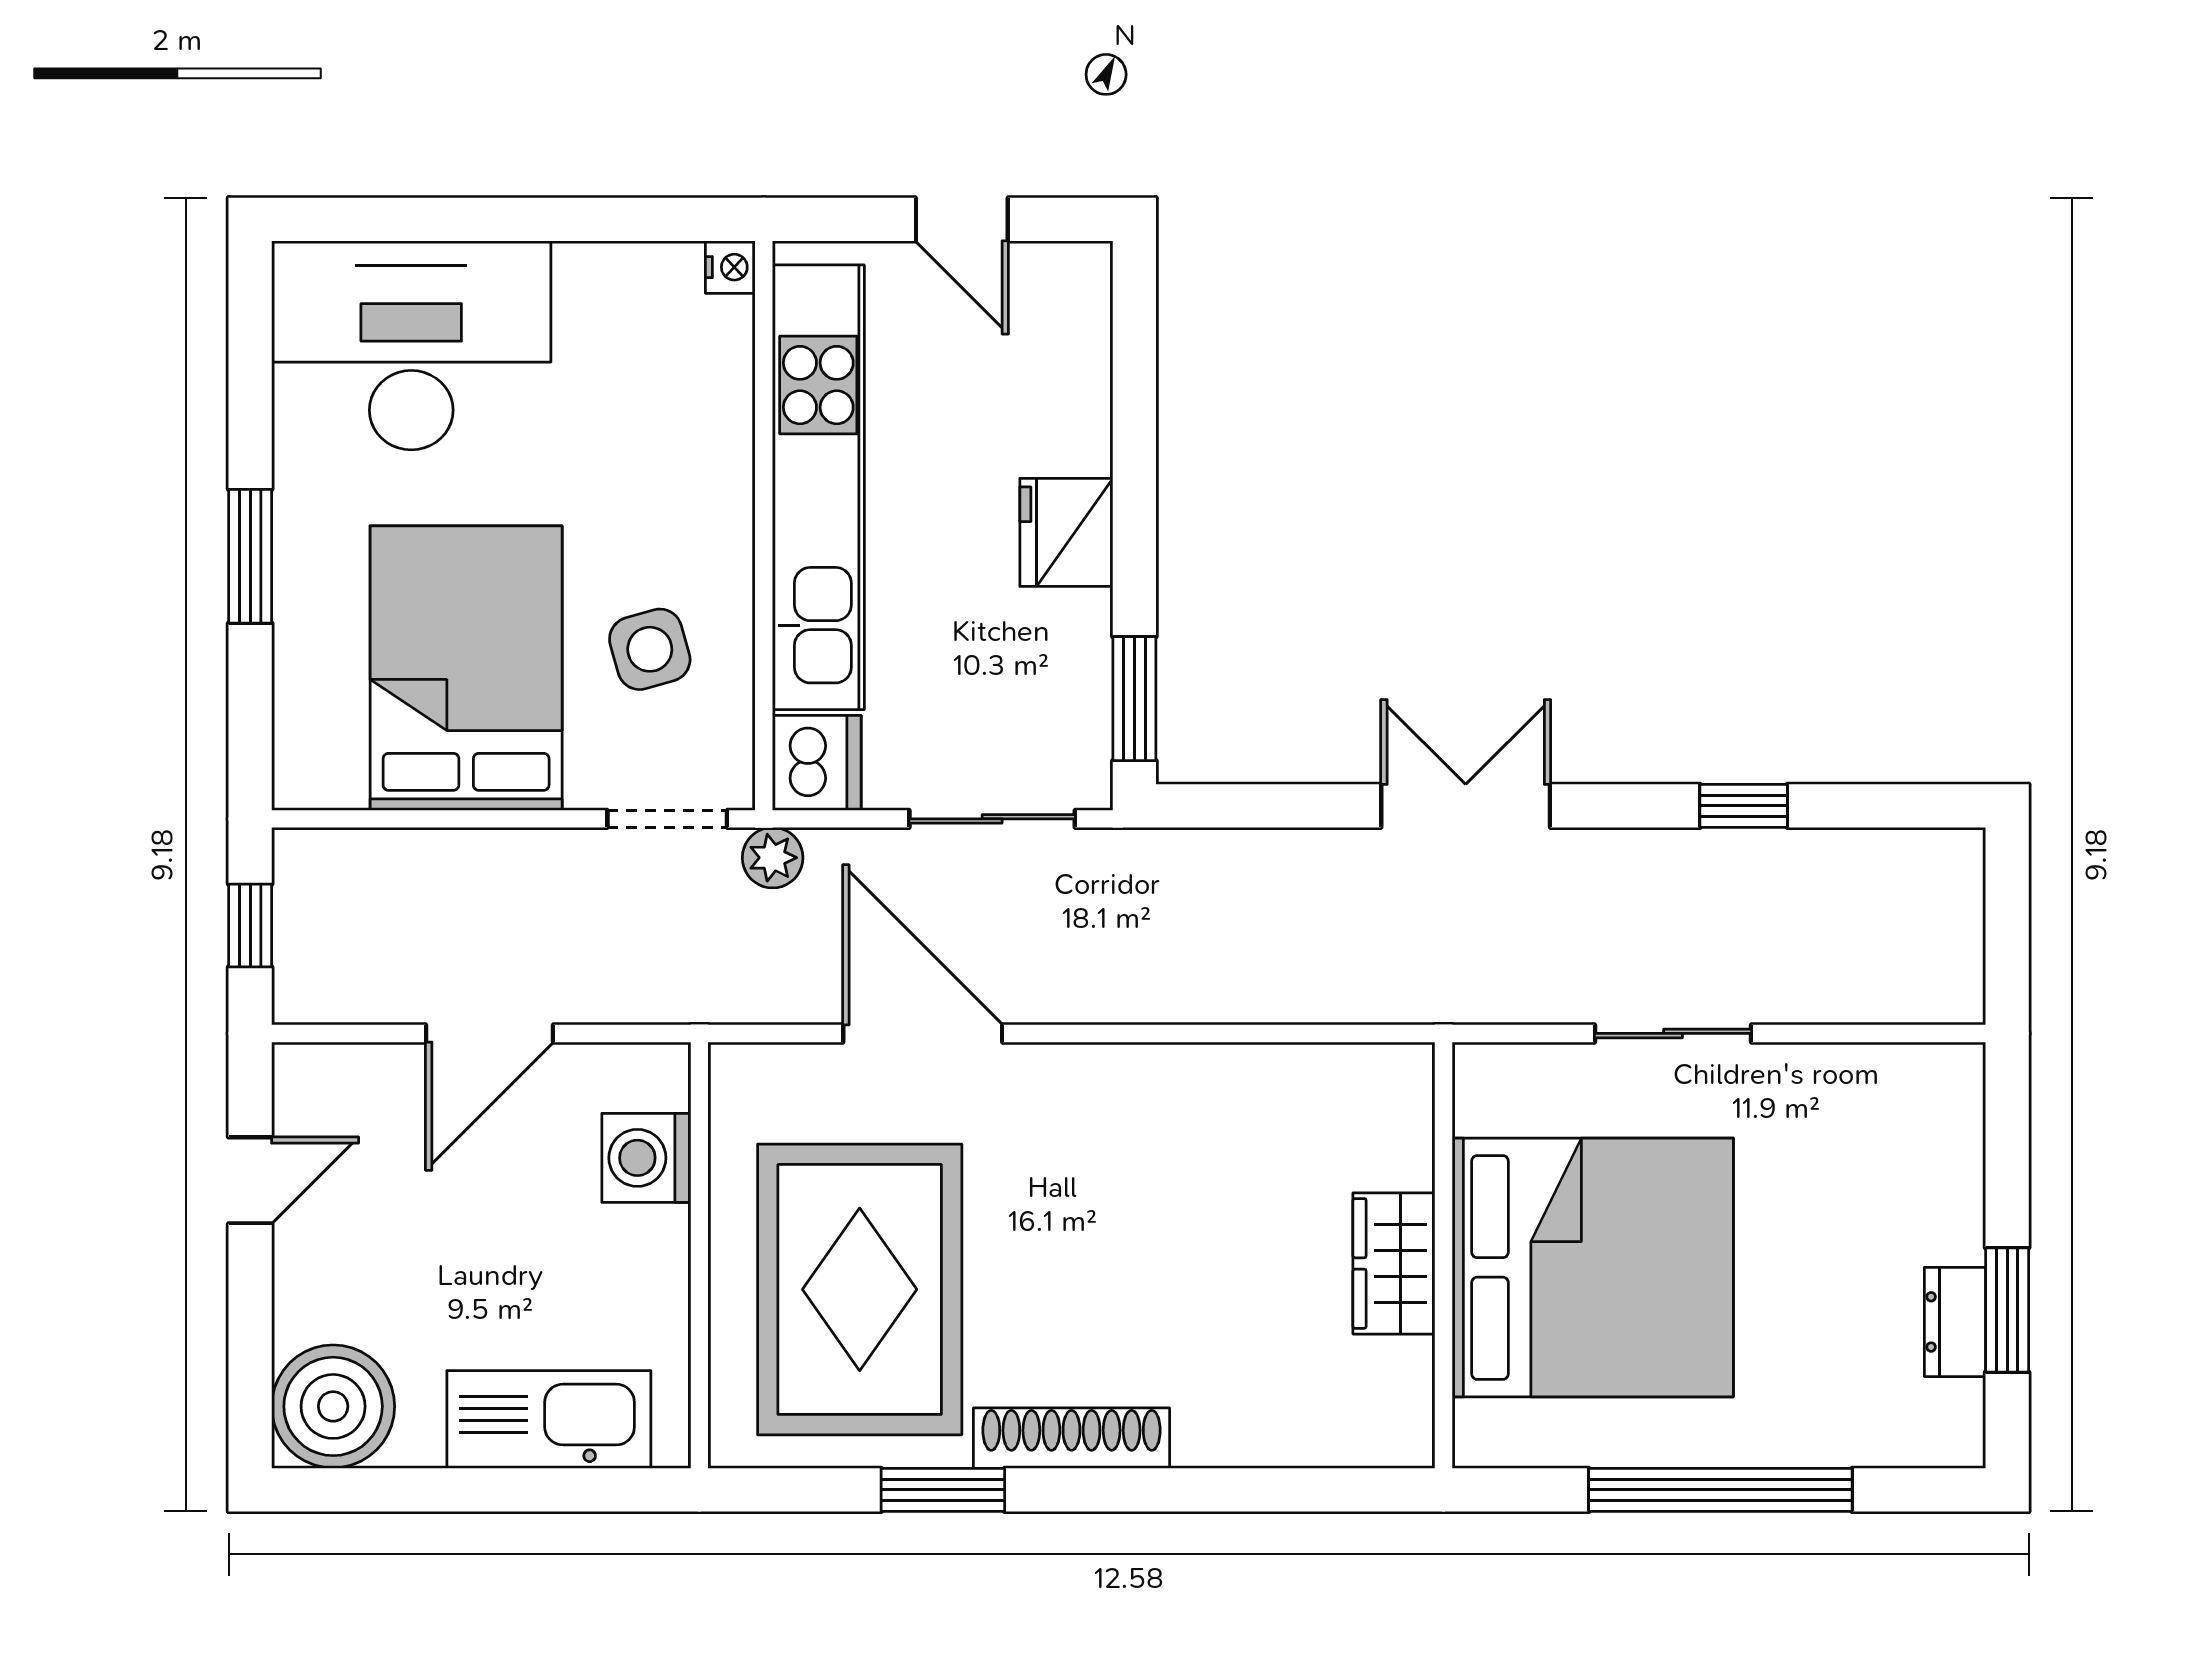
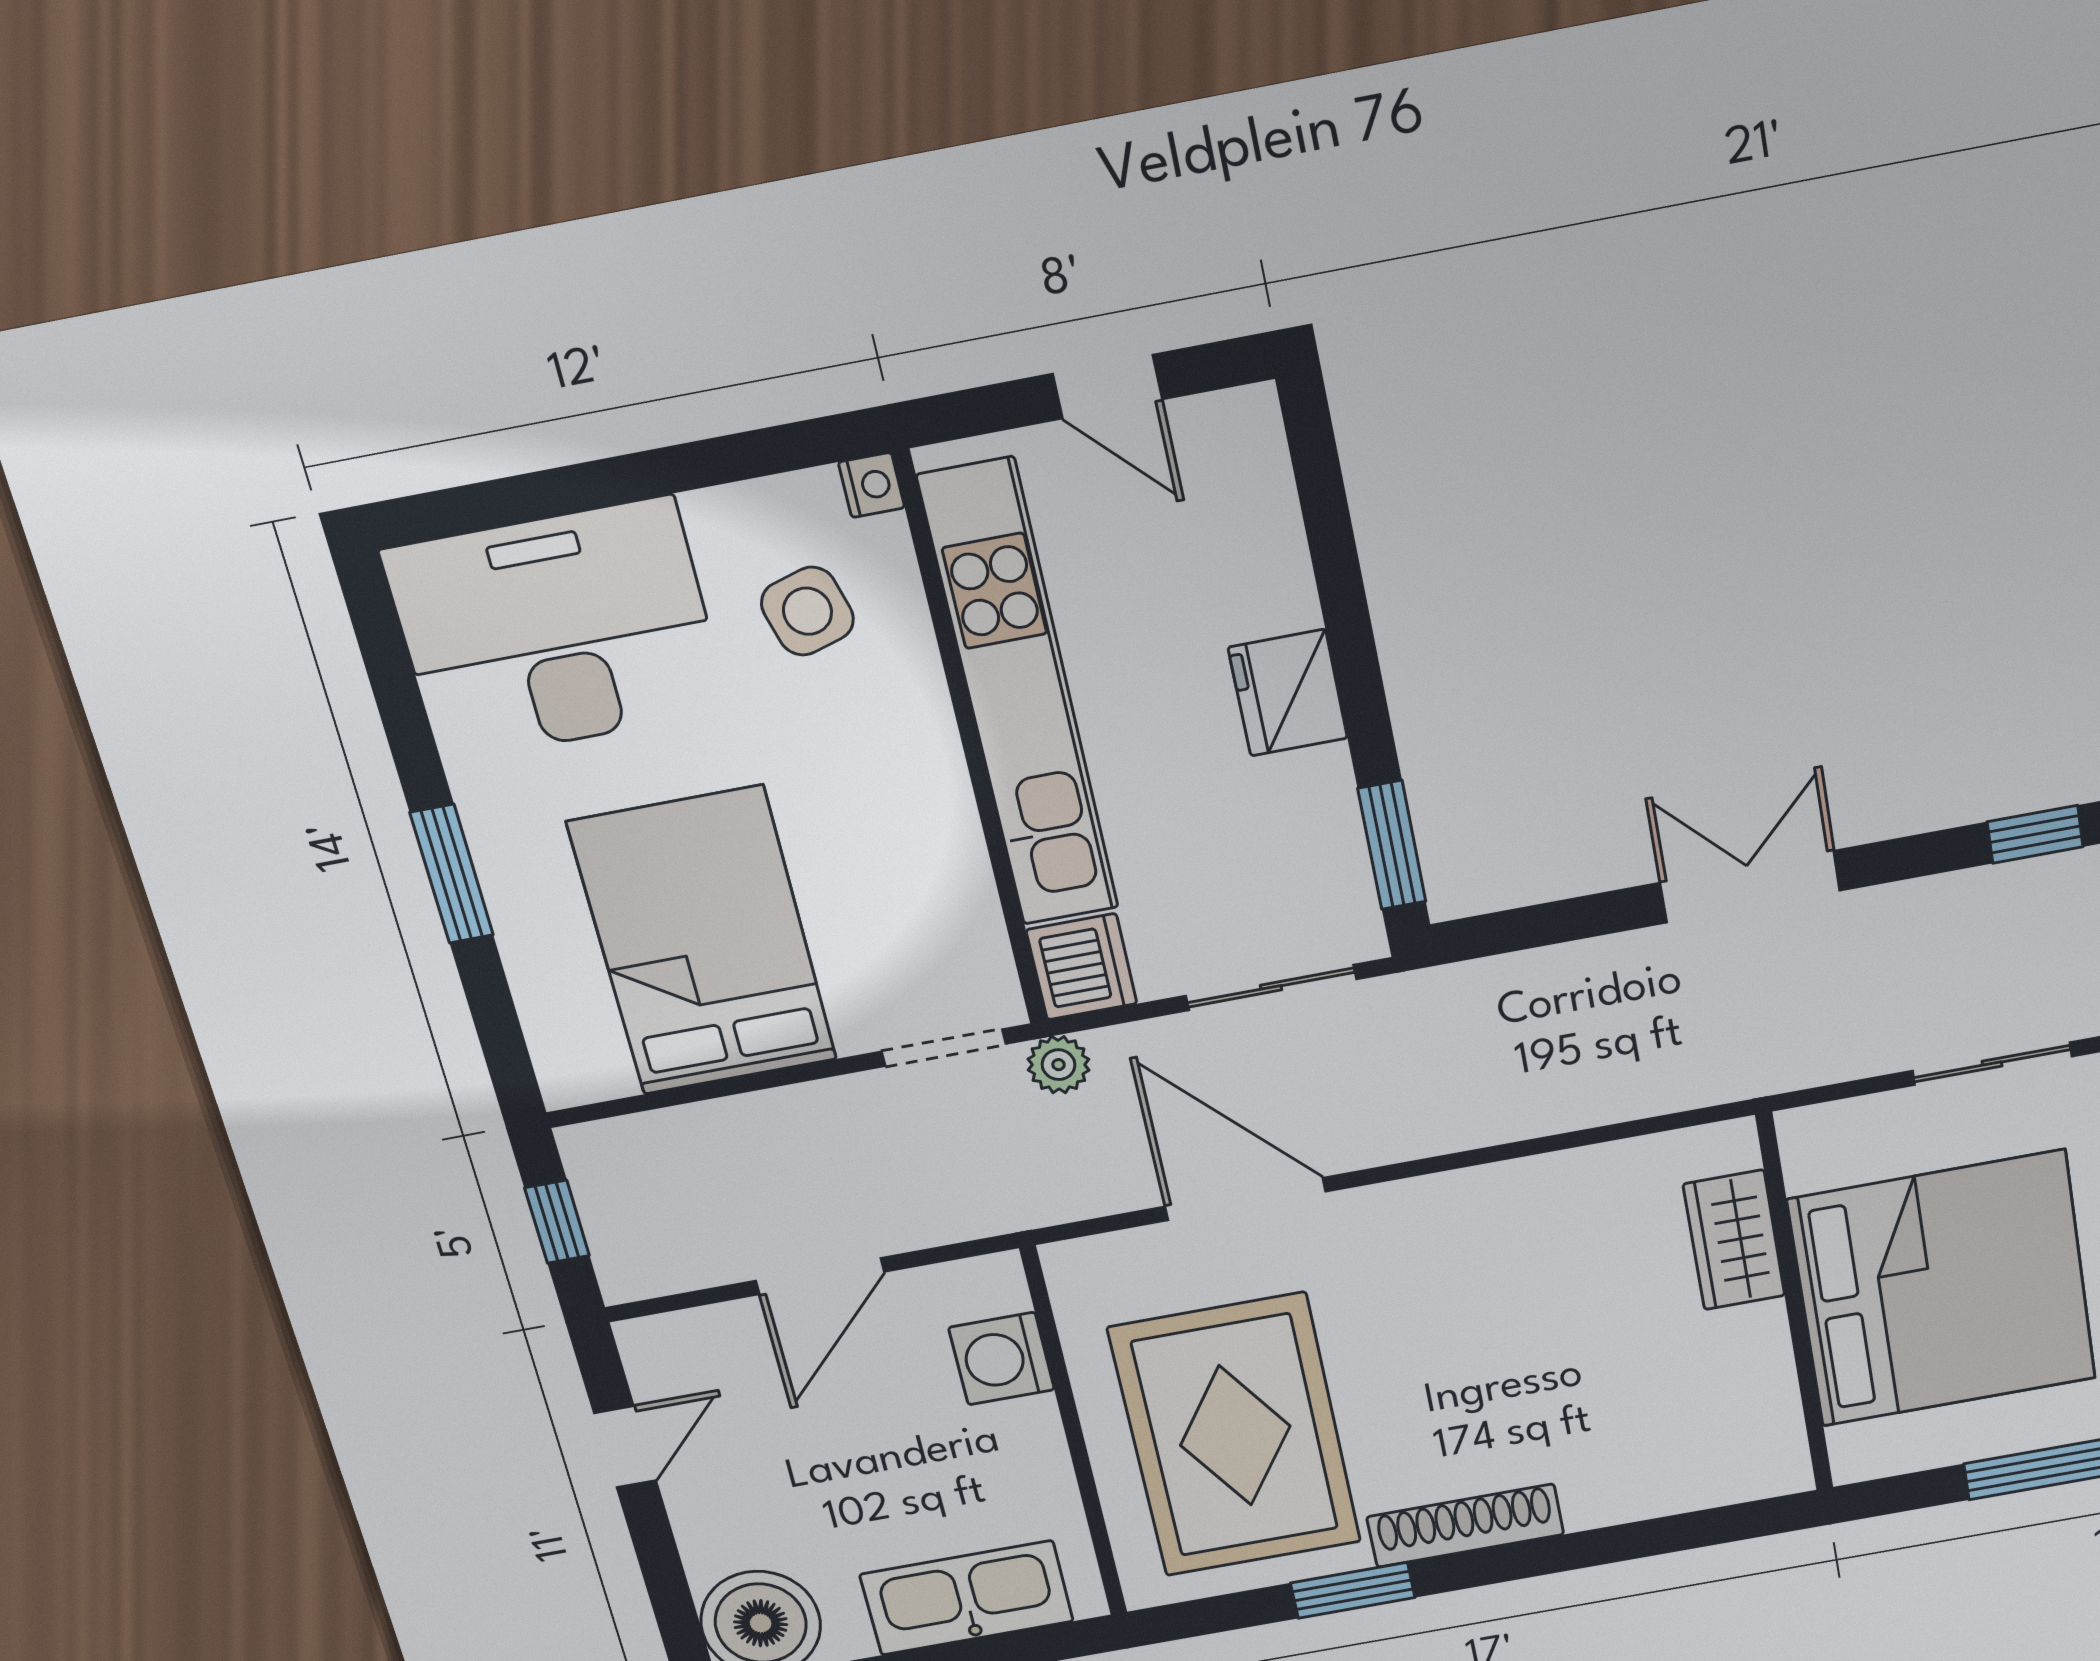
side table: (650, 649) -> (807, 611), moved
wardrobe: (1394, 1263) -> (1734, 1240), moved

